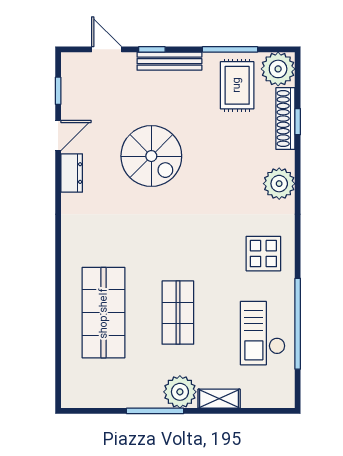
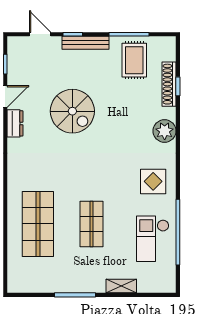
plant: (278, 69) -> (164, 48), removed
plant: (180, 392) -> (93, 281), removed

